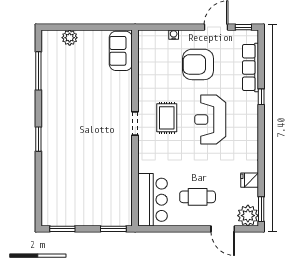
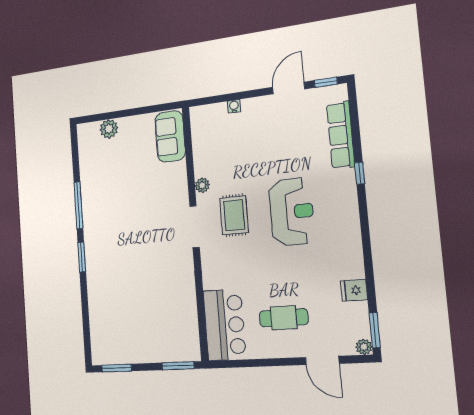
armchair: (198, 64) -> (269, 140), removed
window: (38, 71) -> (78, 205), moved
plant: (144, 92) -> (202, 185), added
reception desk: (210, 120) -> (292, 212), turned 180
doorway: (135, 124) -> (195, 227), width x1.38
plant: (248, 216) -> (364, 347), width x0.53, depth x0.53

